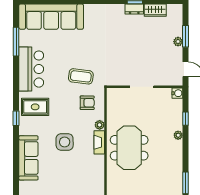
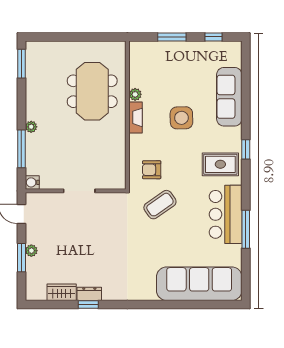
window: (16, 42) -> (246, 229), moved
coffee table: (81, 76) -> (160, 205), turned -42
window: (186, 119) -> (21, 149), width x2.17
plant: (100, 125) -> (135, 94), moved
meeting table: (129, 148) -> (92, 91), moved

